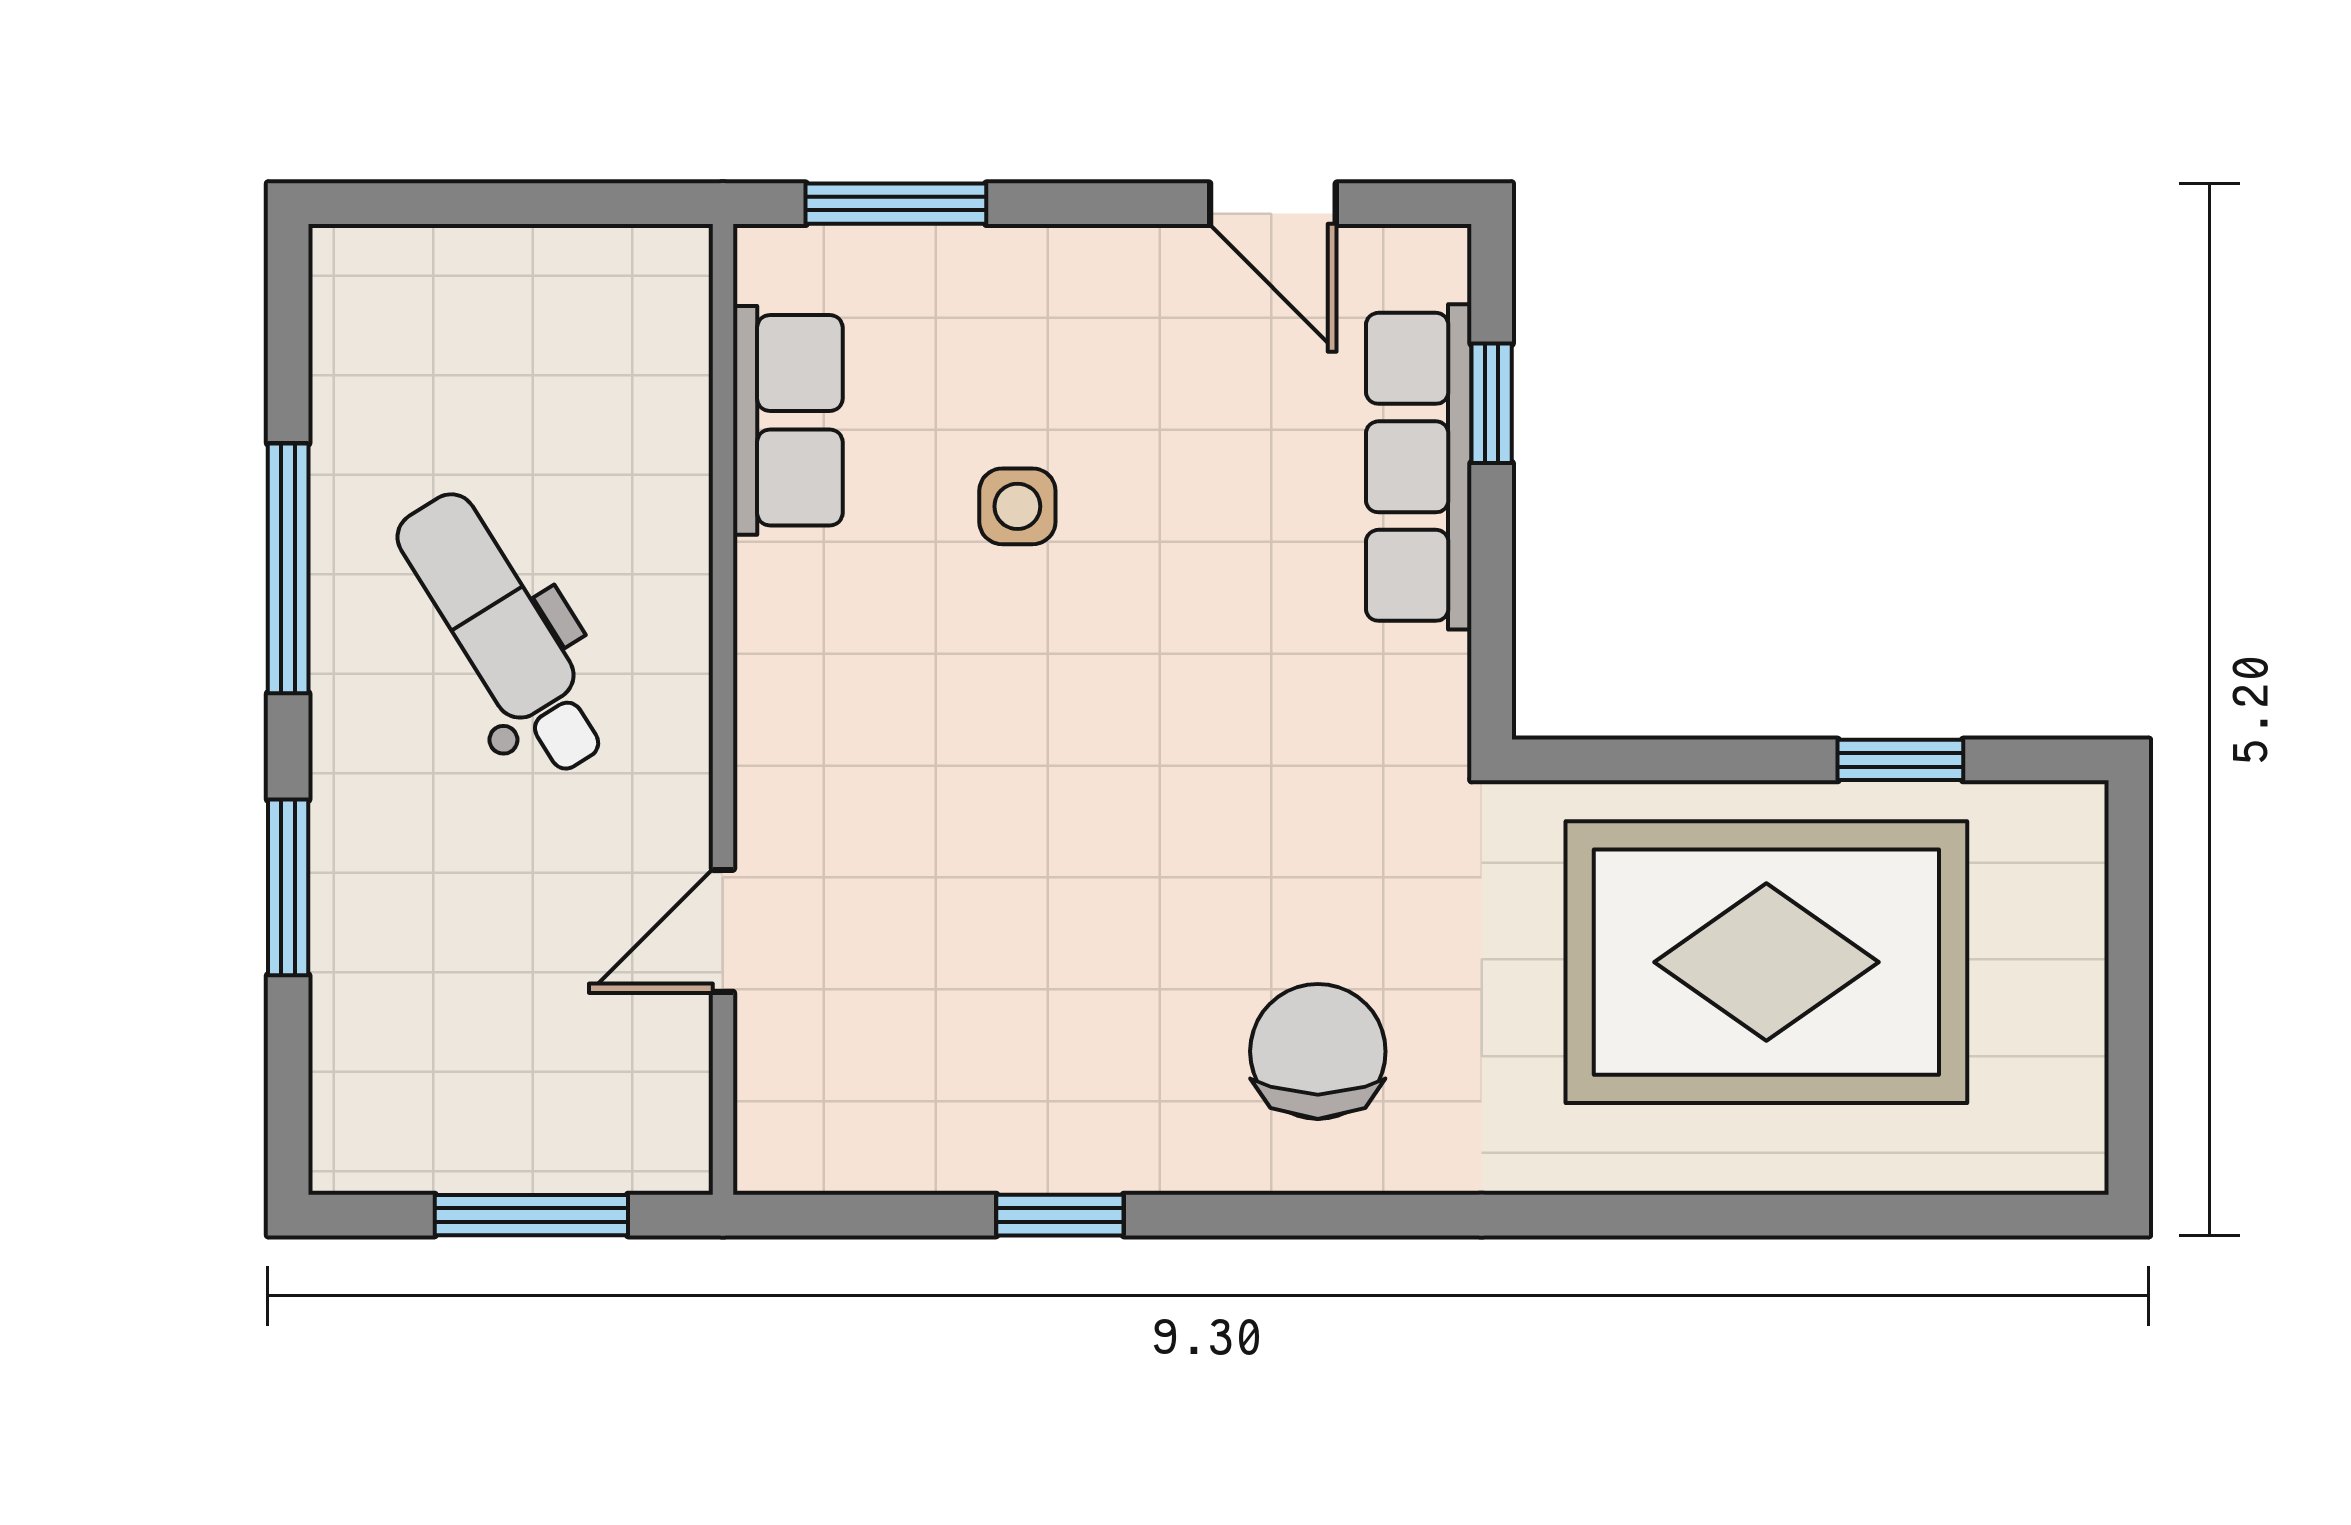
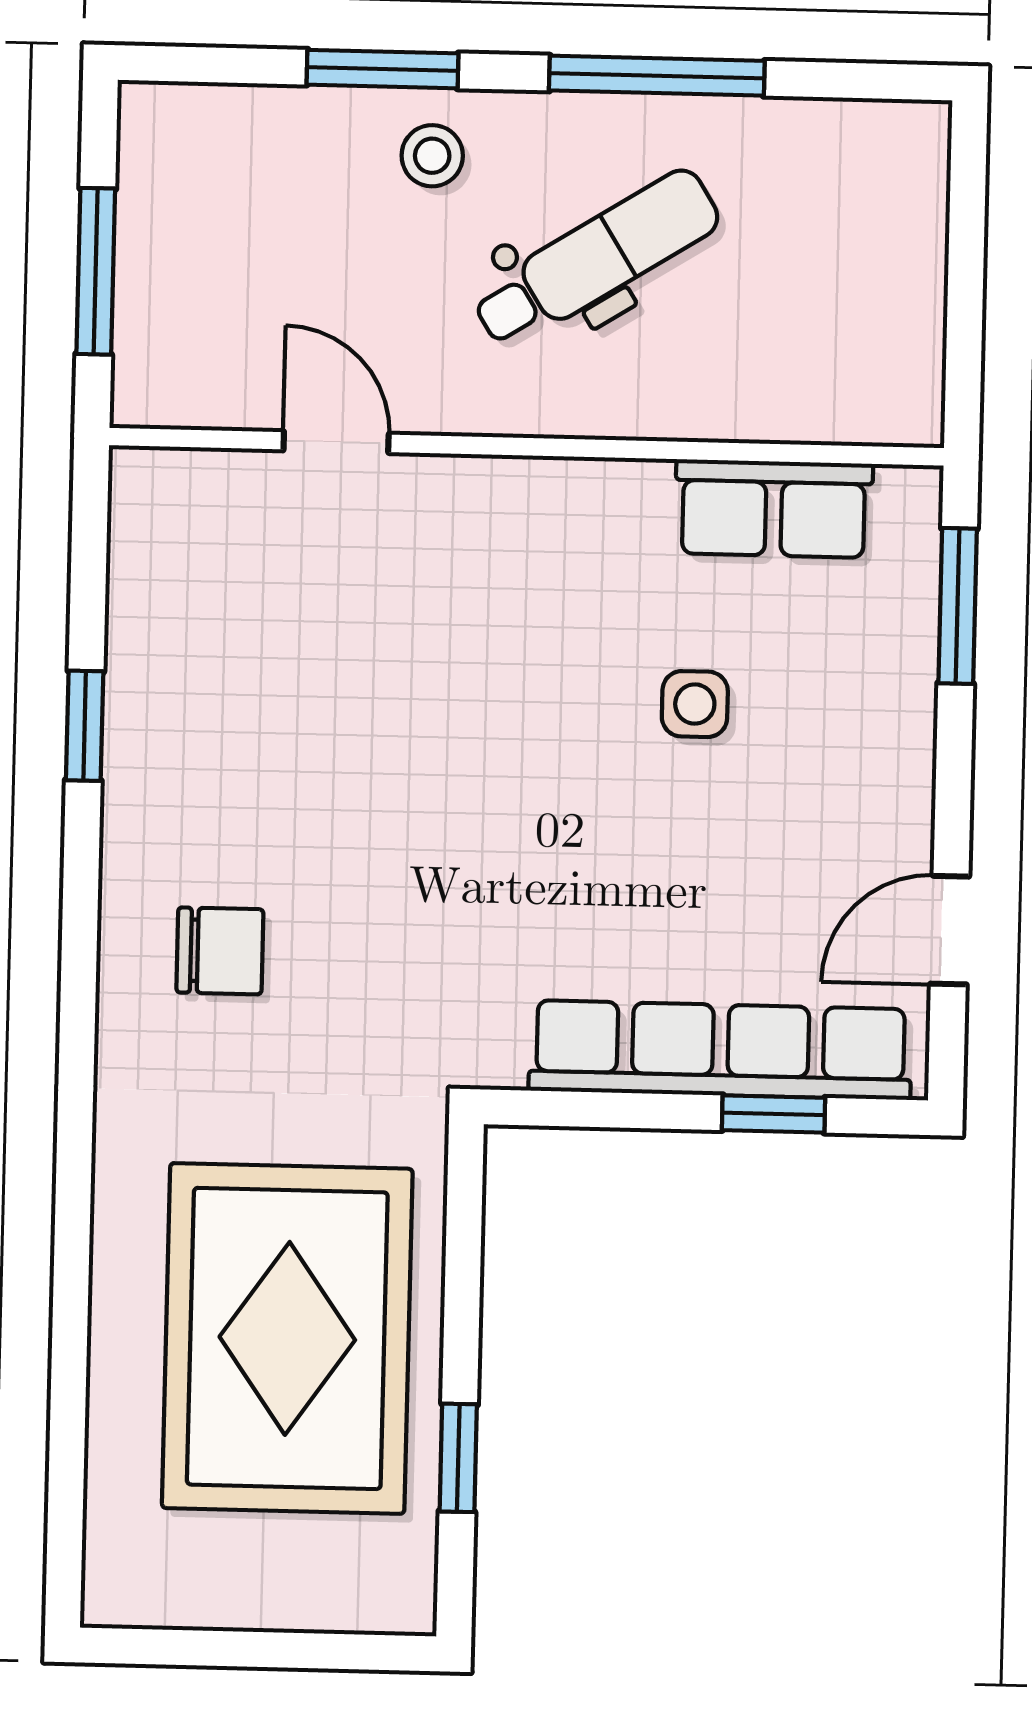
row of seats: (1419, 467) -> (720, 1050), width x1.36
stool: (387, 827) -> (432, 156), added
chair: (1318, 1051) -> (220, 951), width x0.73, depth x0.73

